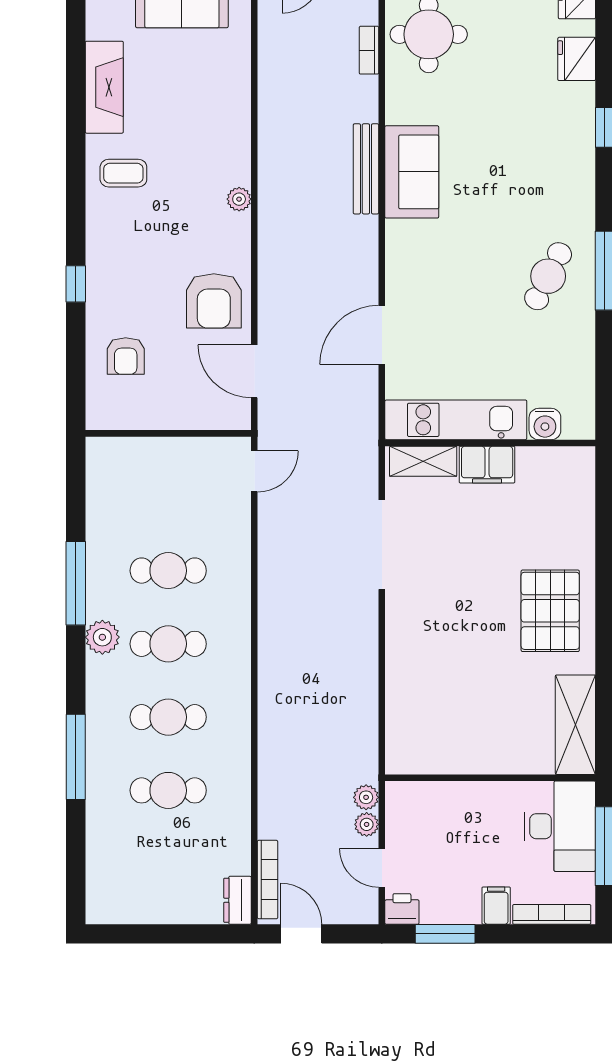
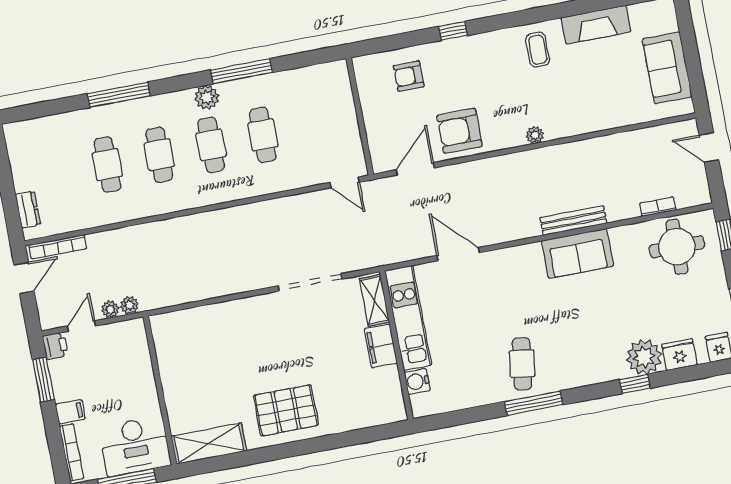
plant: (571, 108) -> (644, 357), added
cafe table: (548, 276) -> (522, 364), turned 71
dresser: (238, 900) -> (28, 210), moved, turned 90

